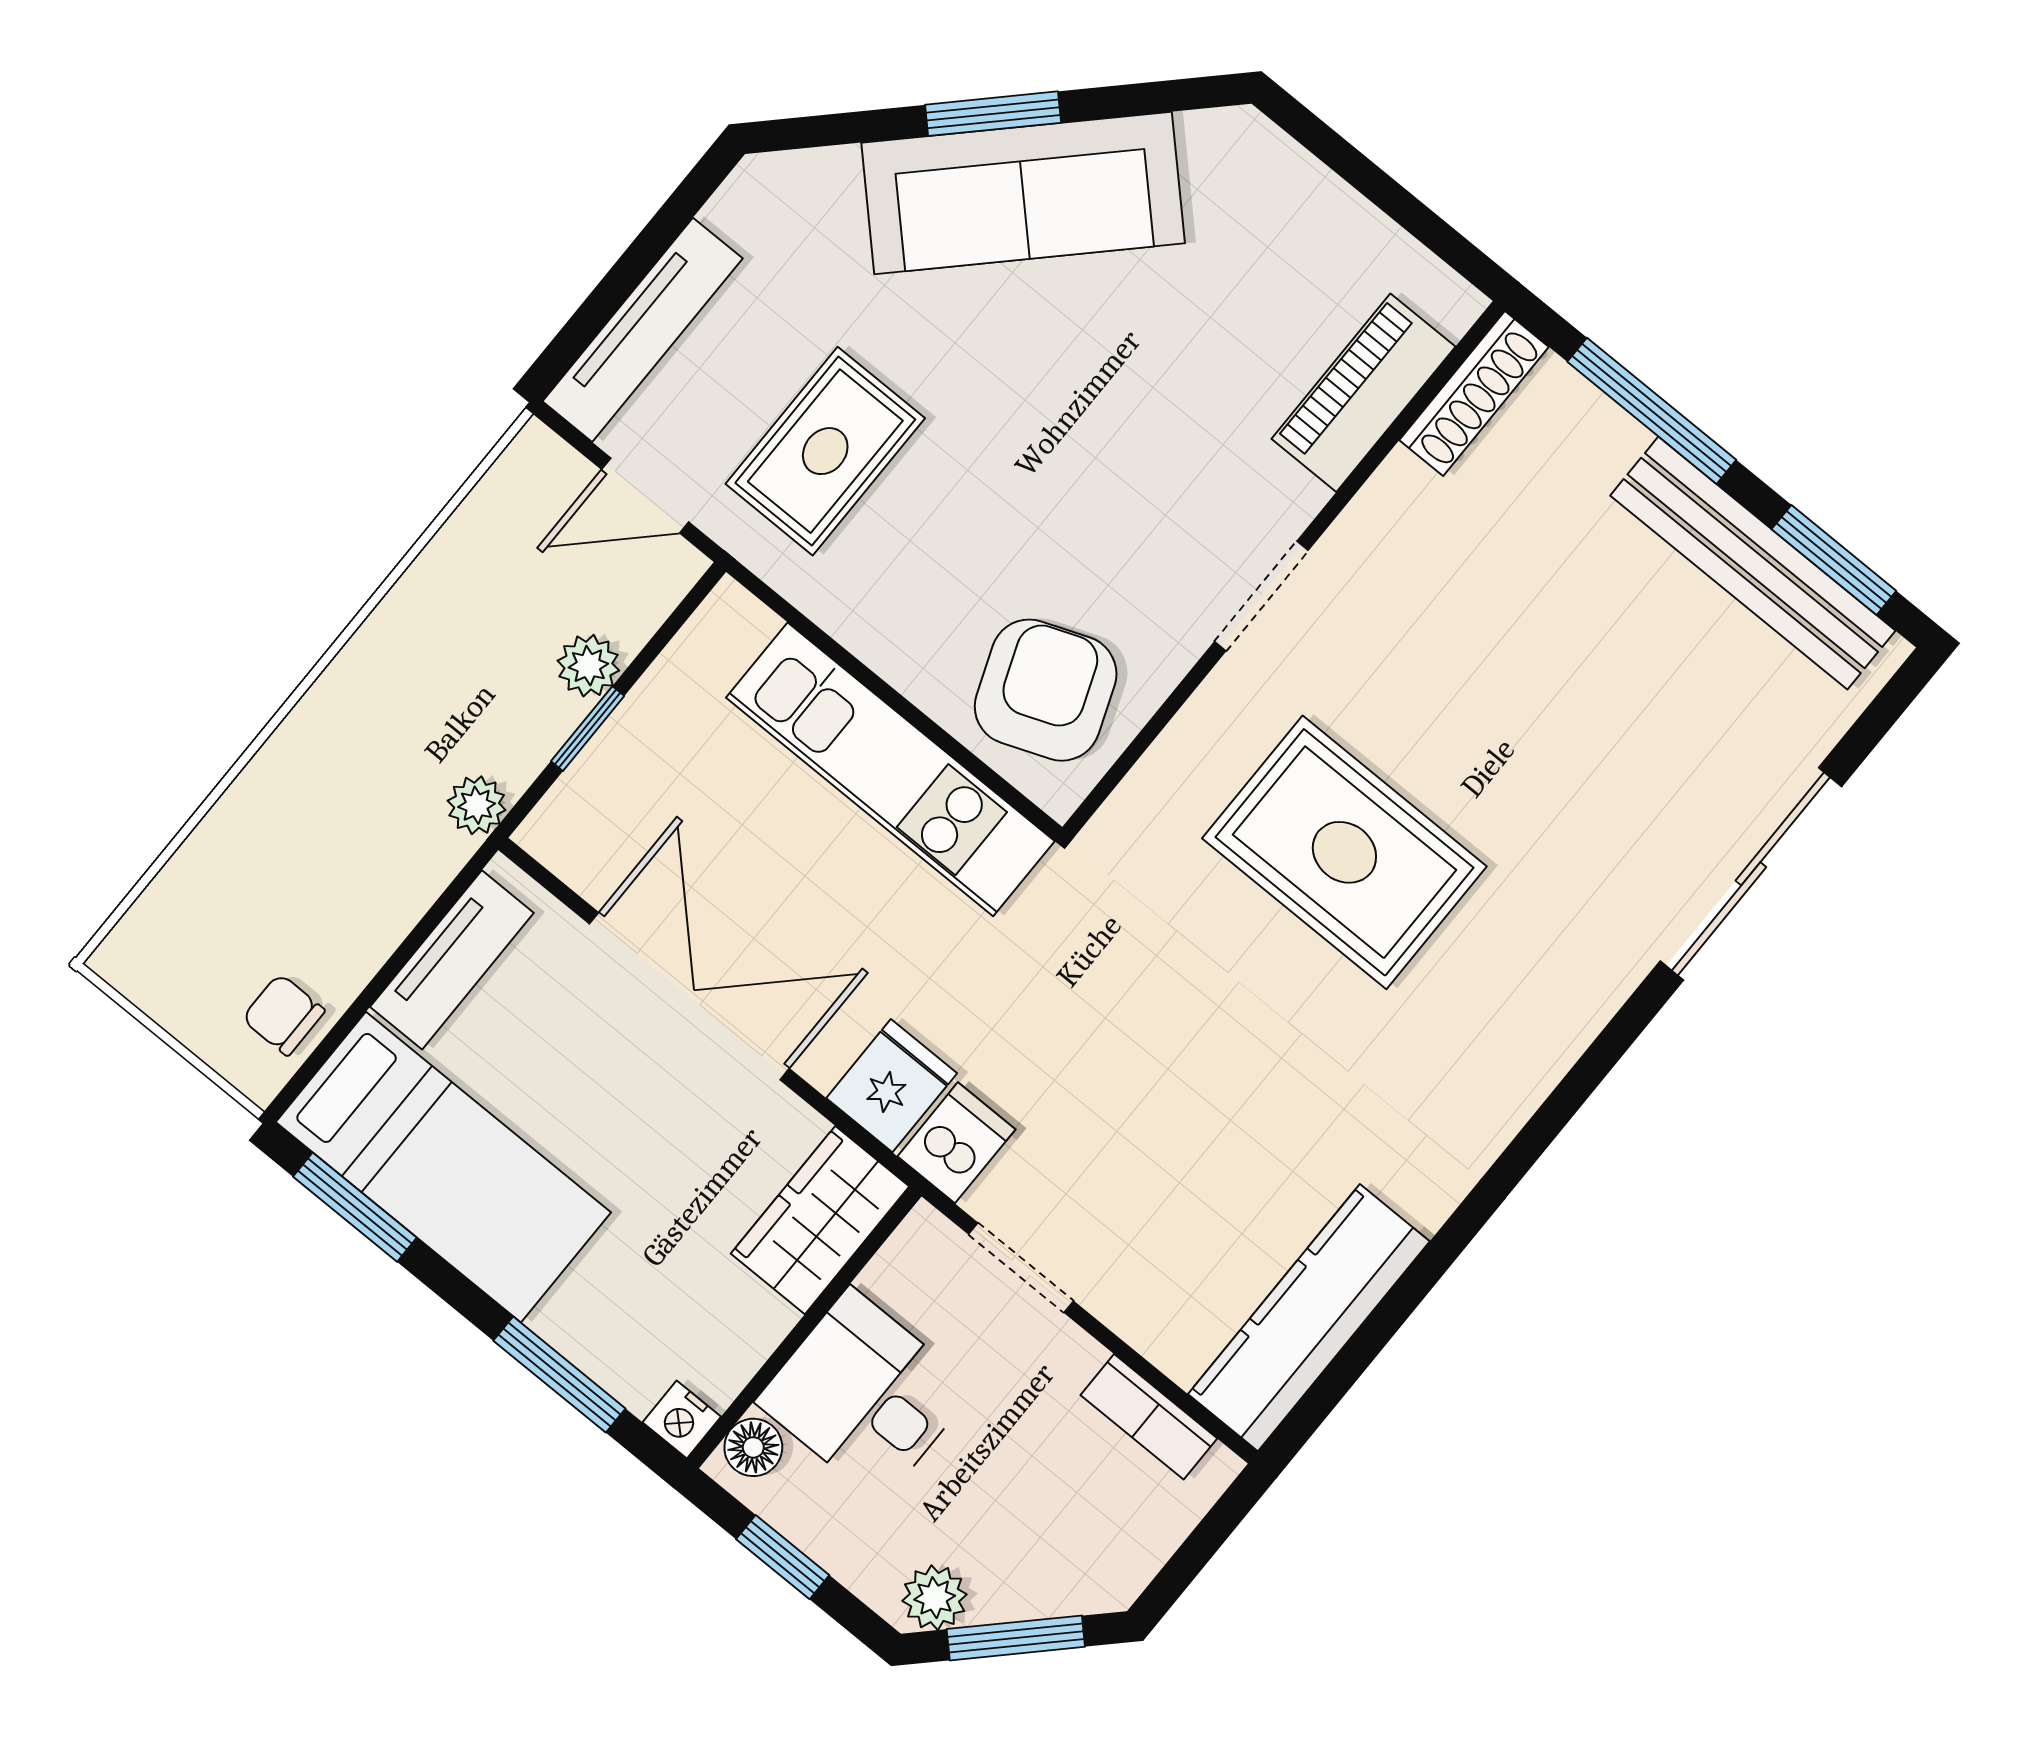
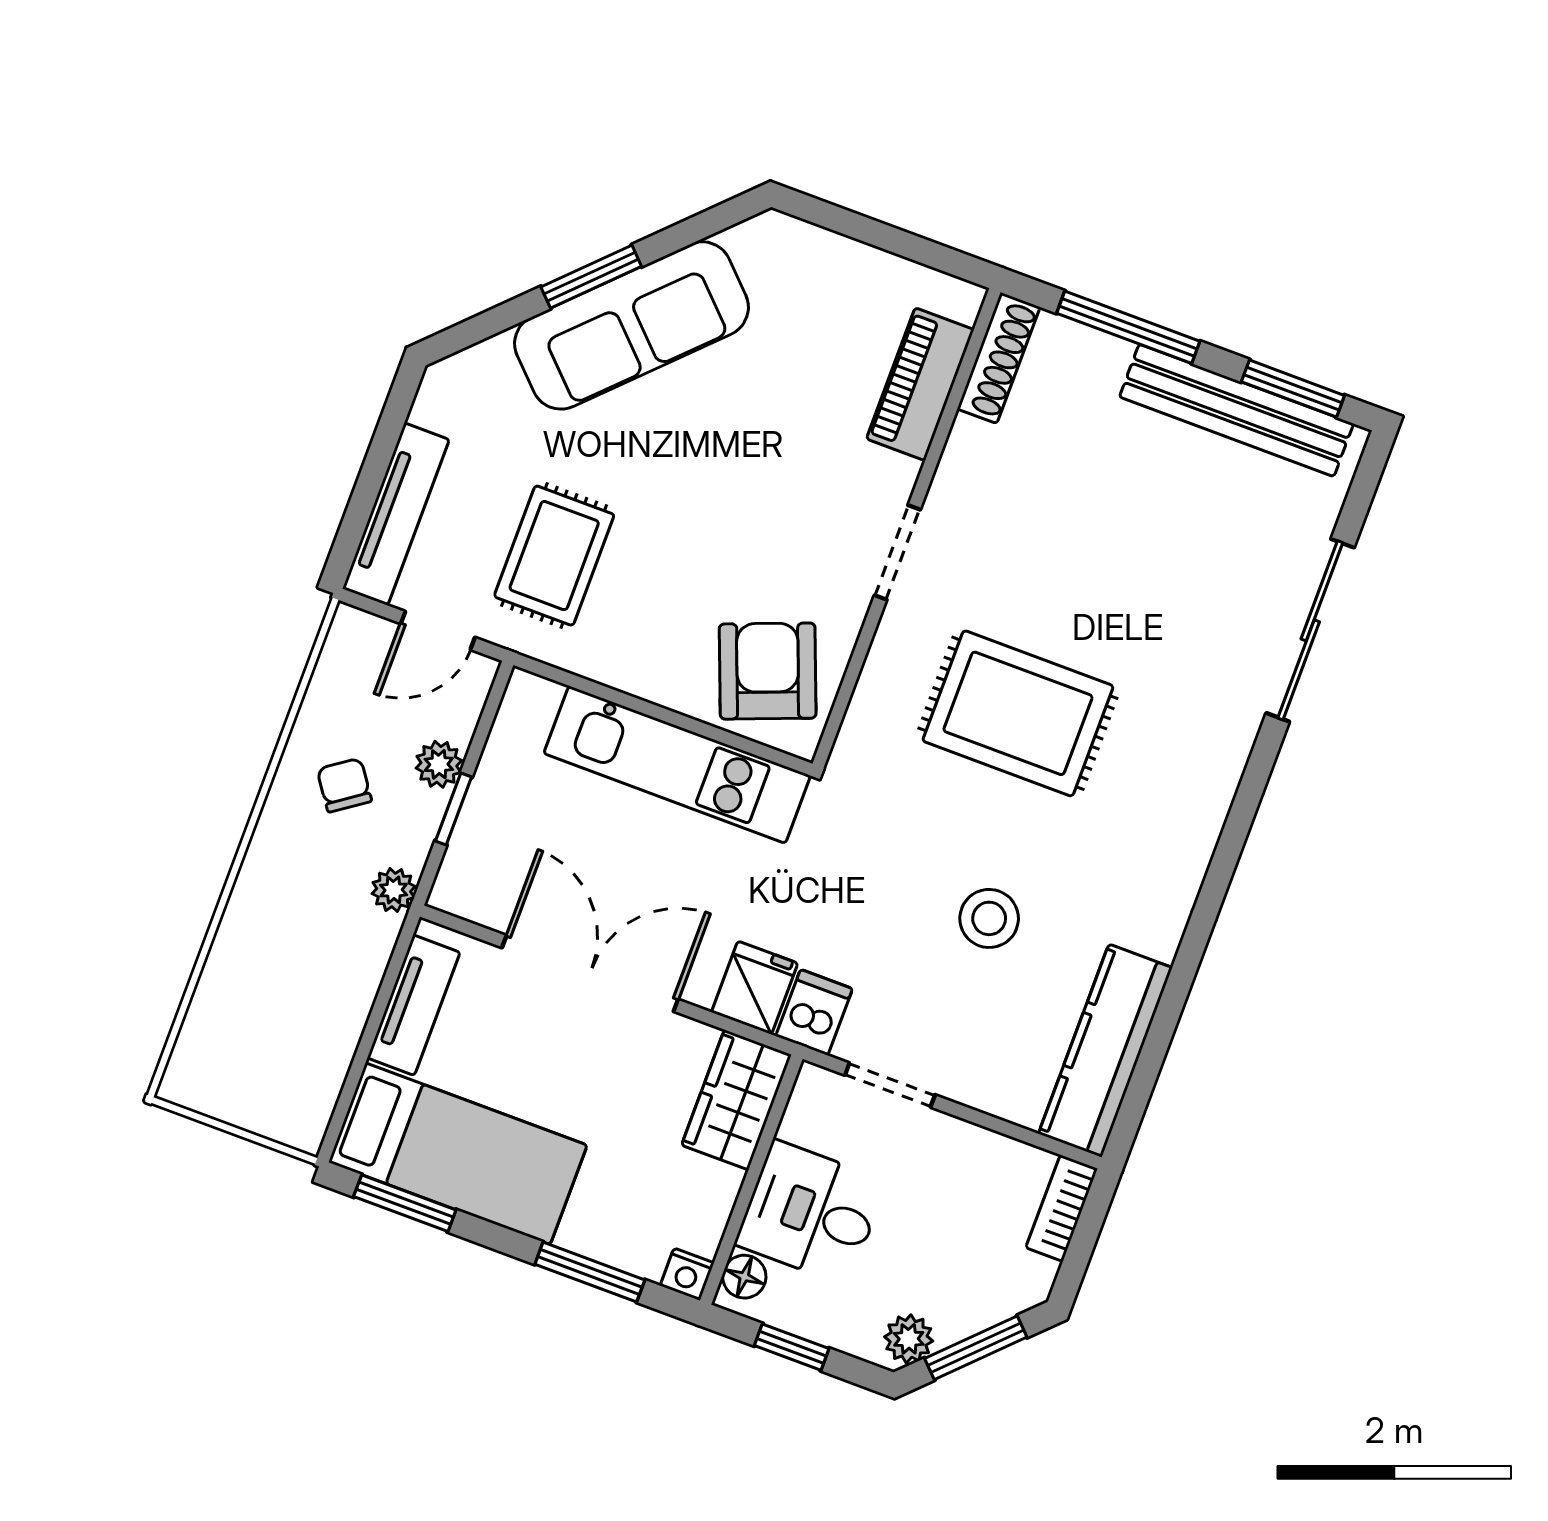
chair: (283, 1015) -> (344, 785), moved, turned 55
stool: (1219, 1100) -> (989, 918), added
bookcase: (1149, 1417) -> (1062, 1208), moved, turned 90

